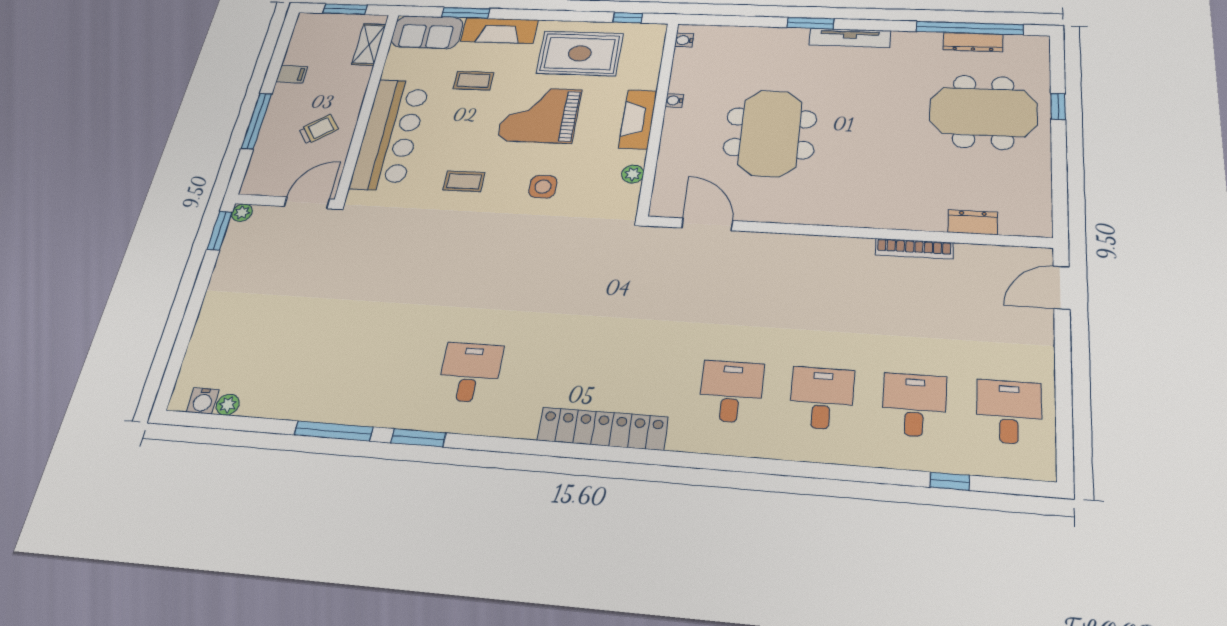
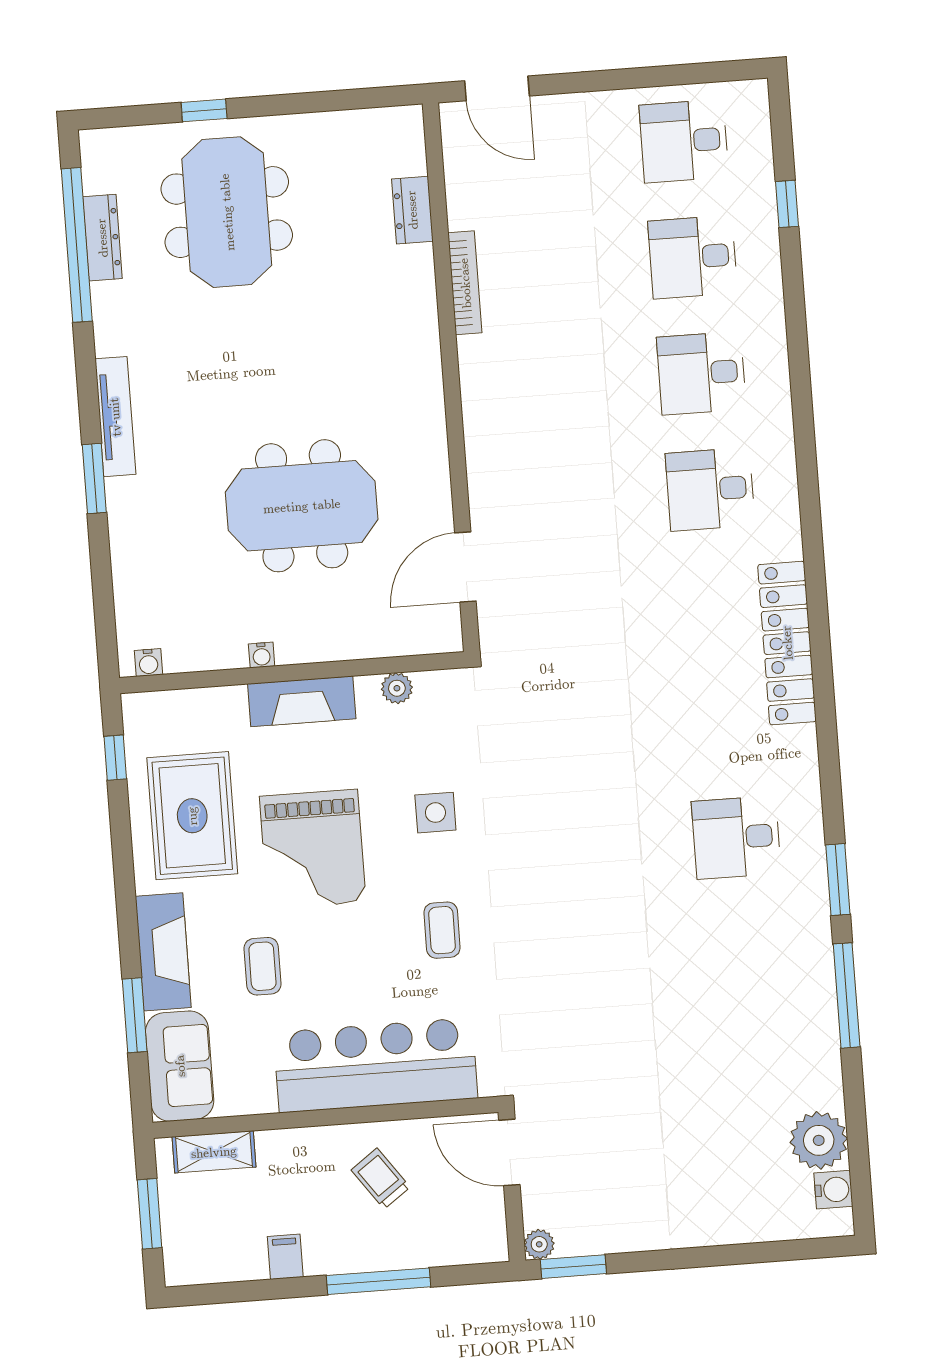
plant: (228, 405) -> (819, 1140), width x1.87, depth x1.87

